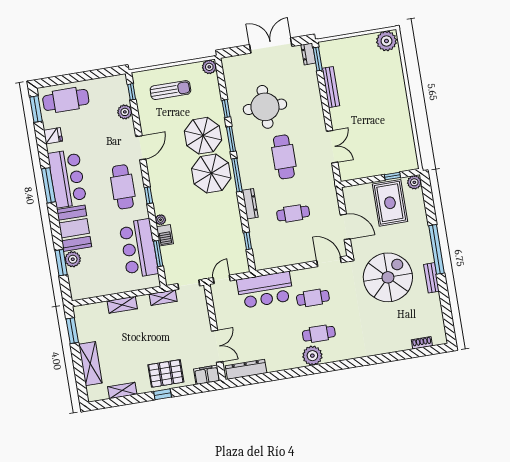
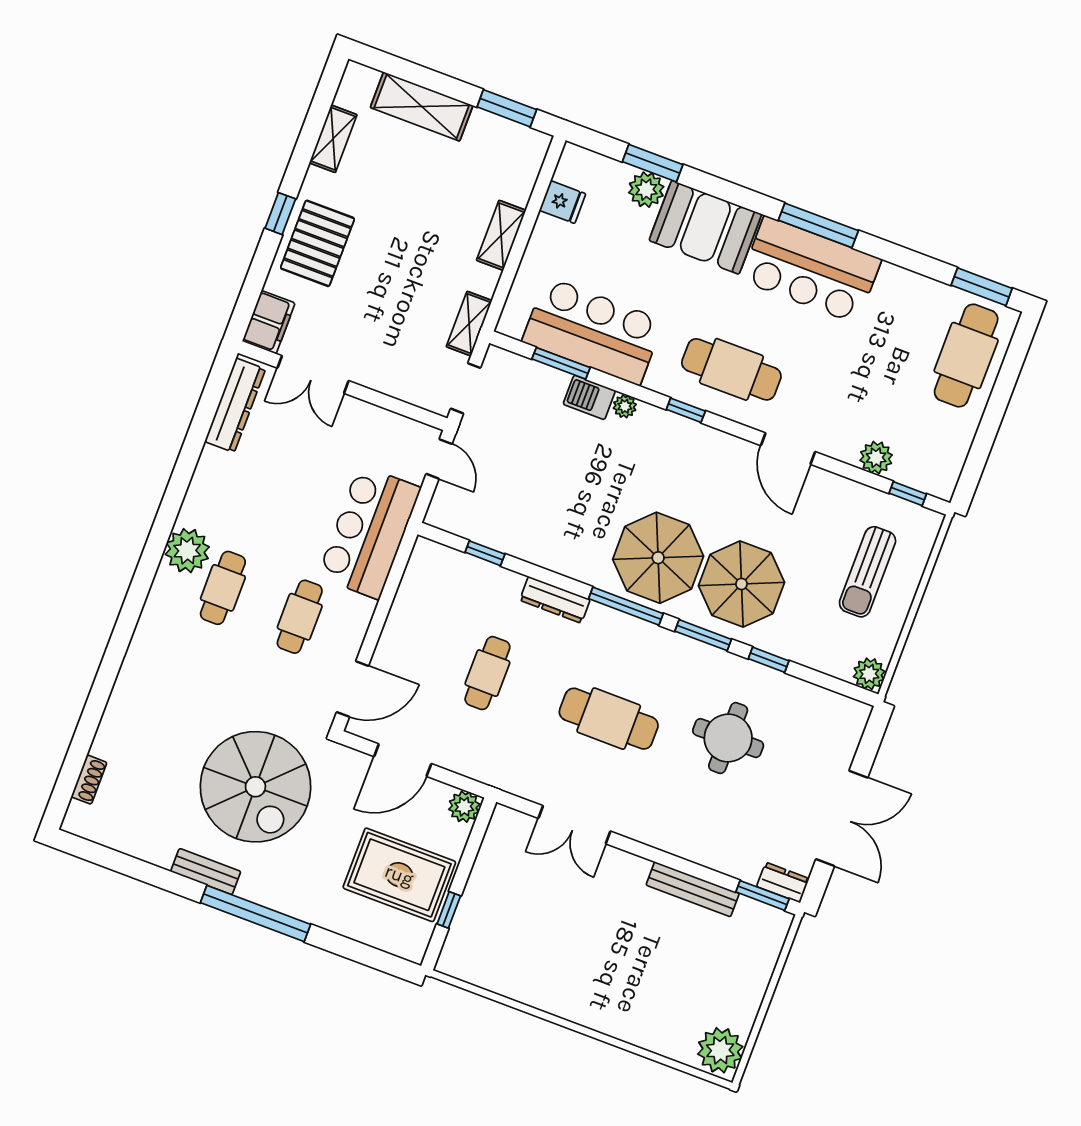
round table: (265, 107) -> (728, 738), width x0.73, depth x0.73
fridge: (53, 136) -> (562, 202), moved, turned -90
plant: (414, 182) -> (464, 807), moved

